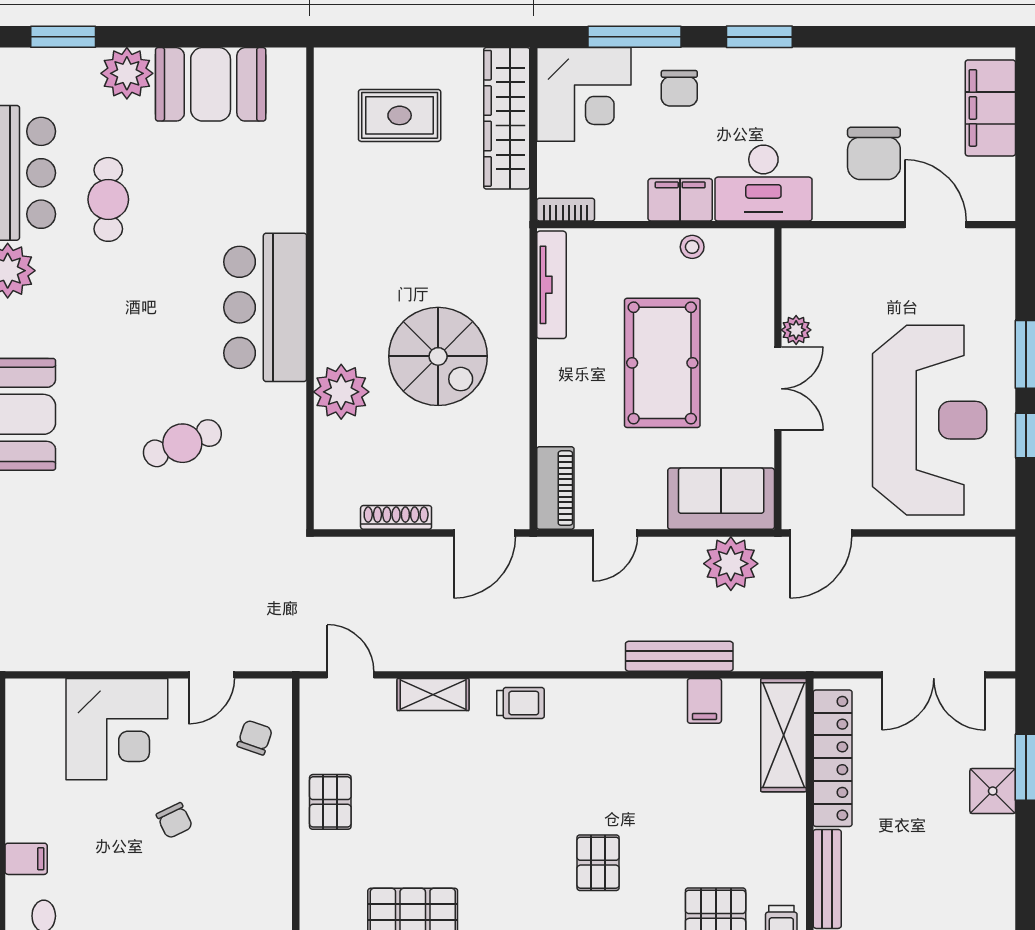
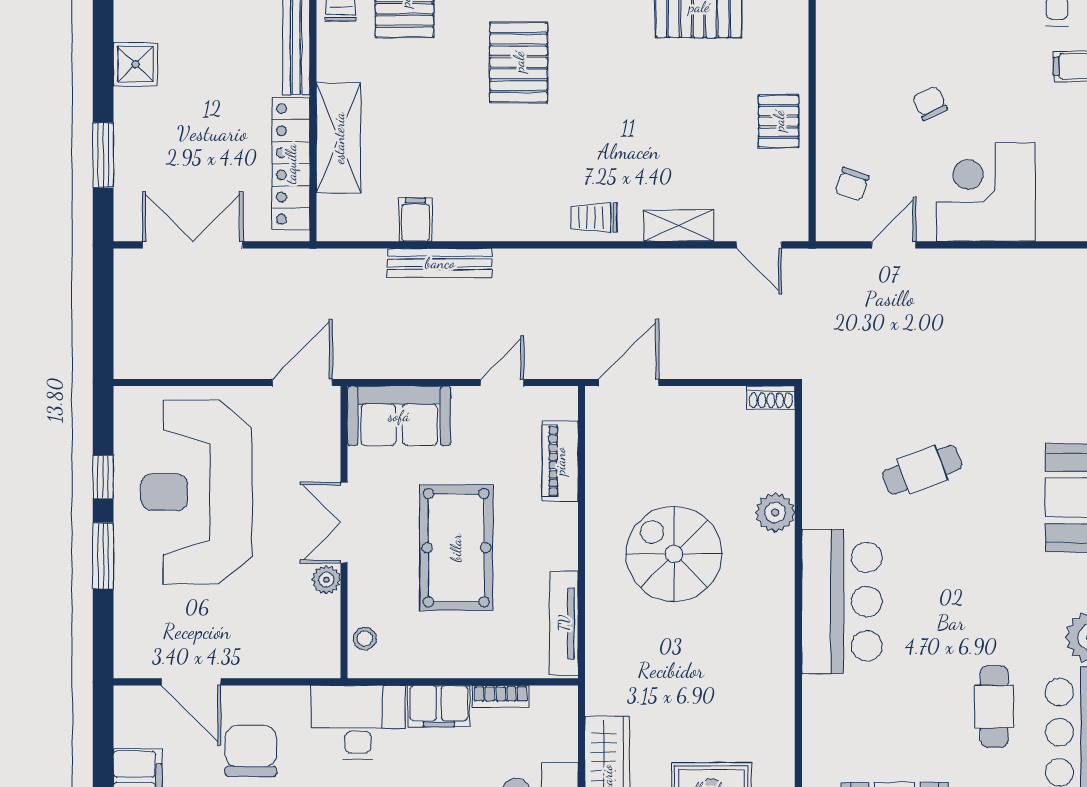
bookcase: (566, 210) -> (501, 697), moved
stool: (692, 247) -> (365, 638), moved
plant: (341, 392) -> (775, 512), width x0.73, depth x0.73
piano: (555, 488) -> (560, 461), moved
shoe rack: (396, 517) -> (771, 398), moved, width x0.70
plant: (731, 564) -> (390, 353), removed
shelving: (783, 735) -> (339, 138), moved
shower: (993, 791) -> (135, 64), moved
pallet: (598, 863) -> (519, 62), width x1.50, depth x1.42

